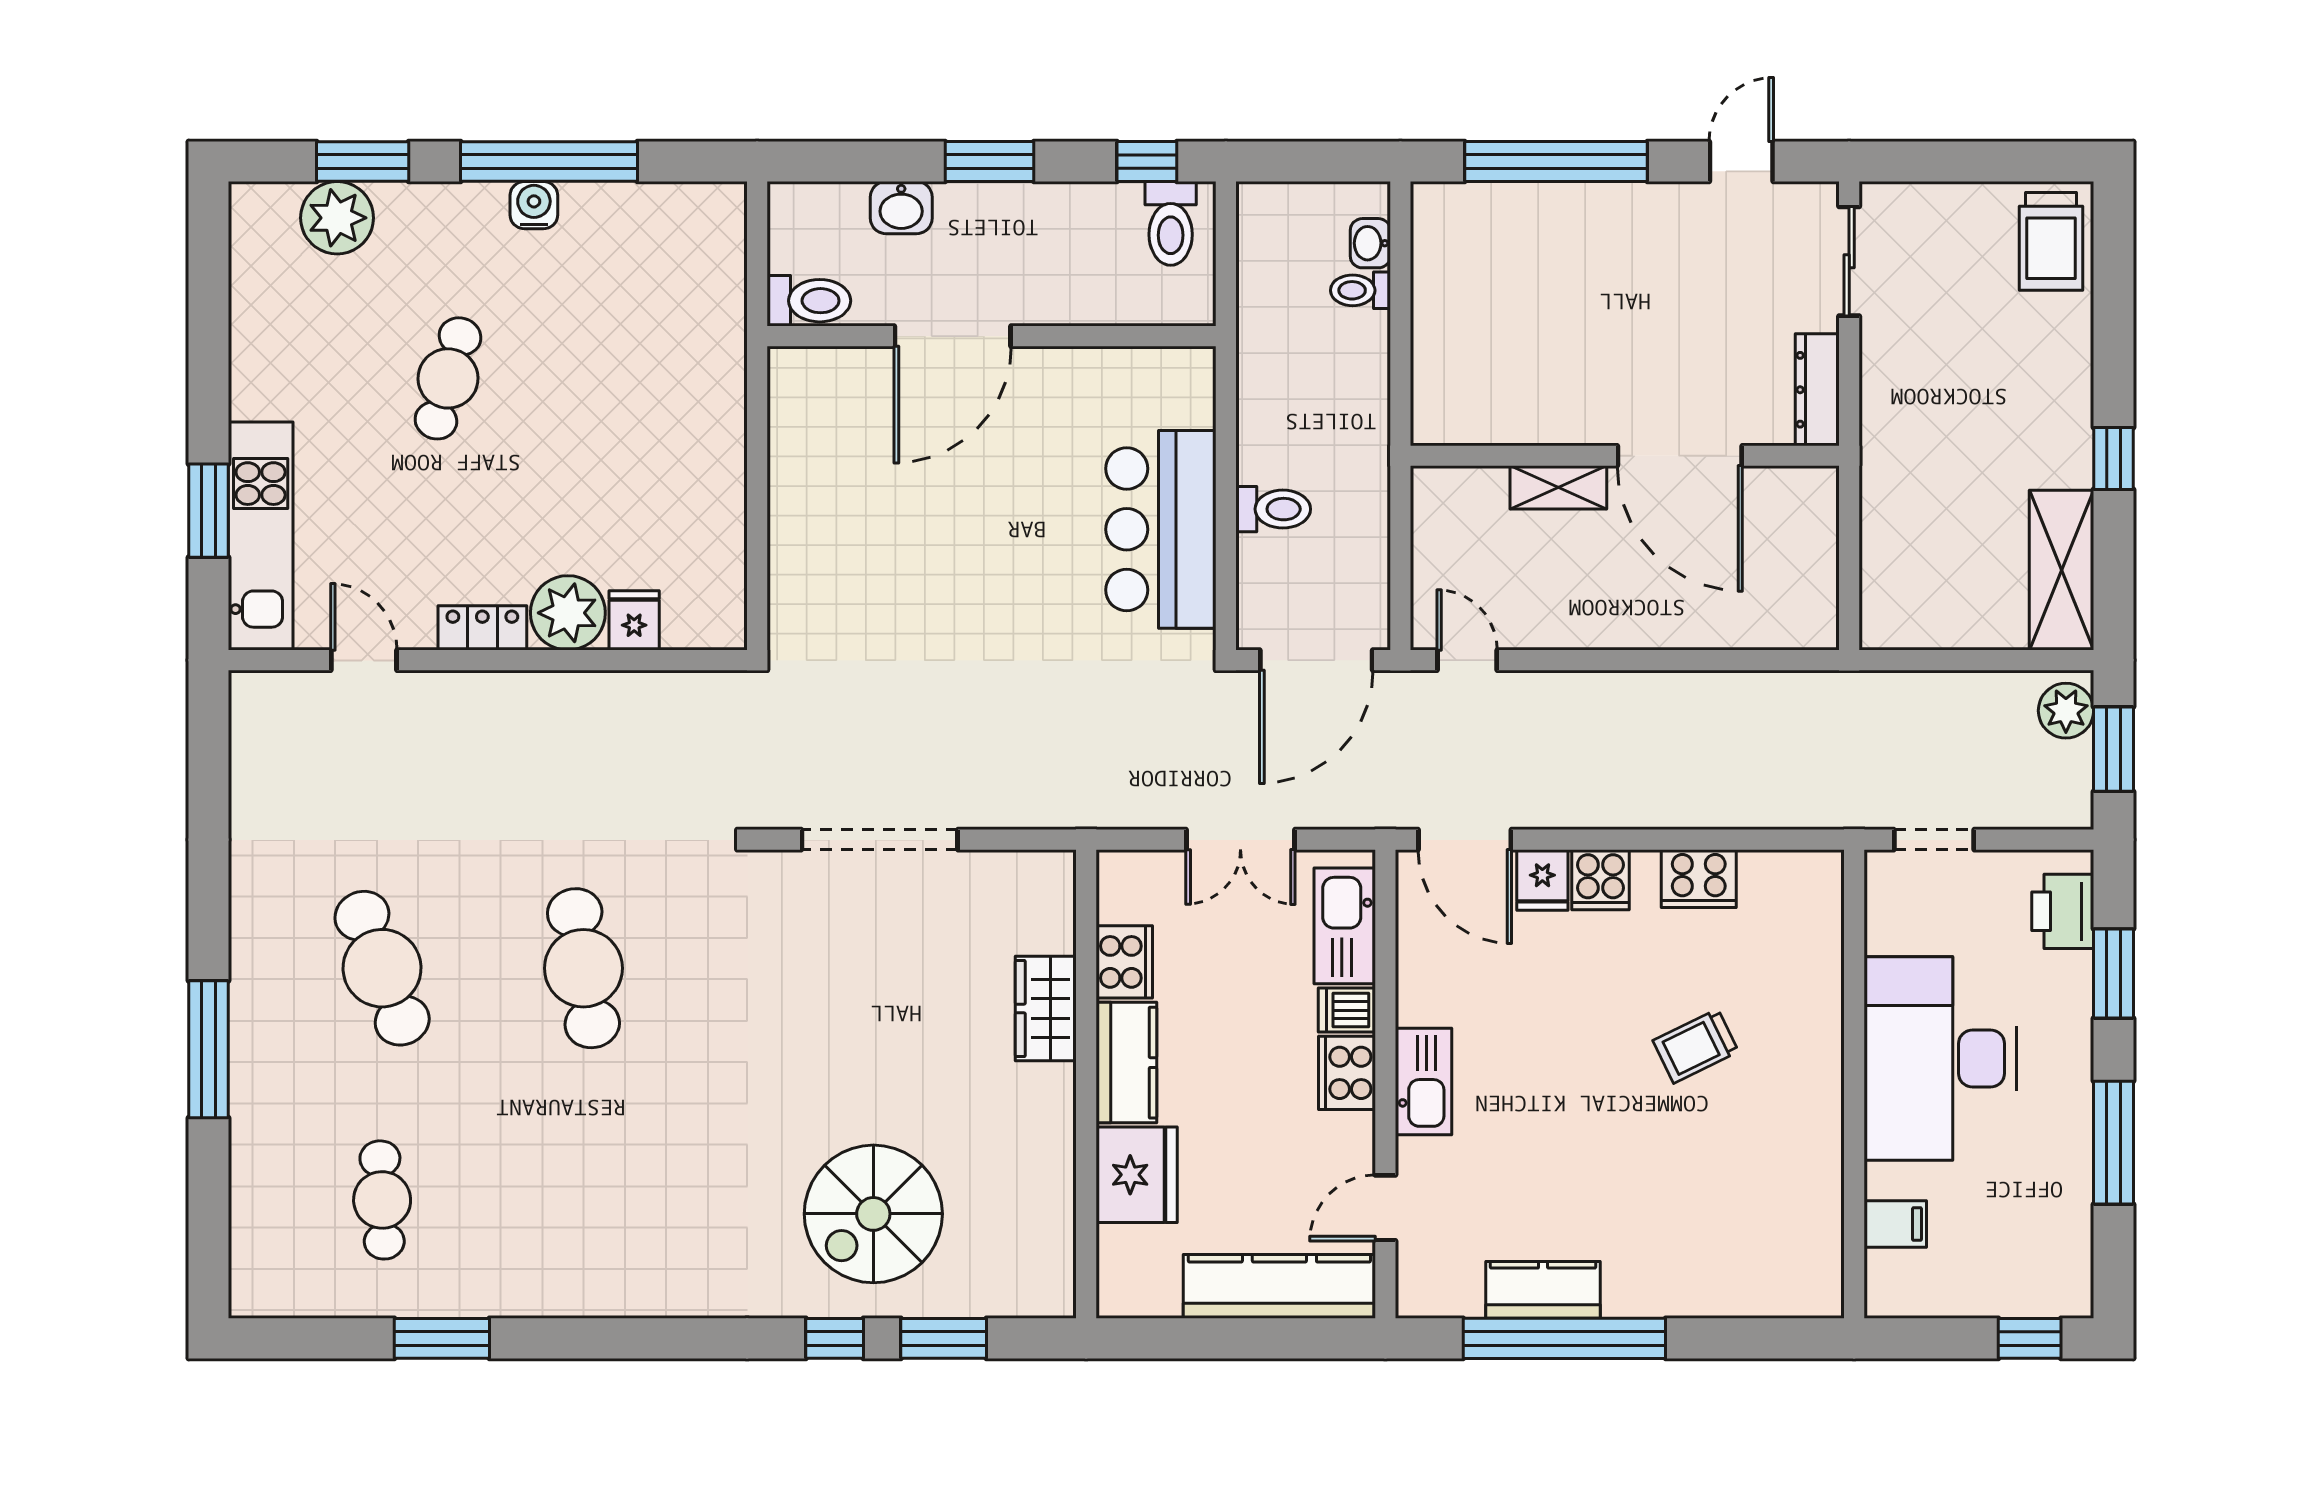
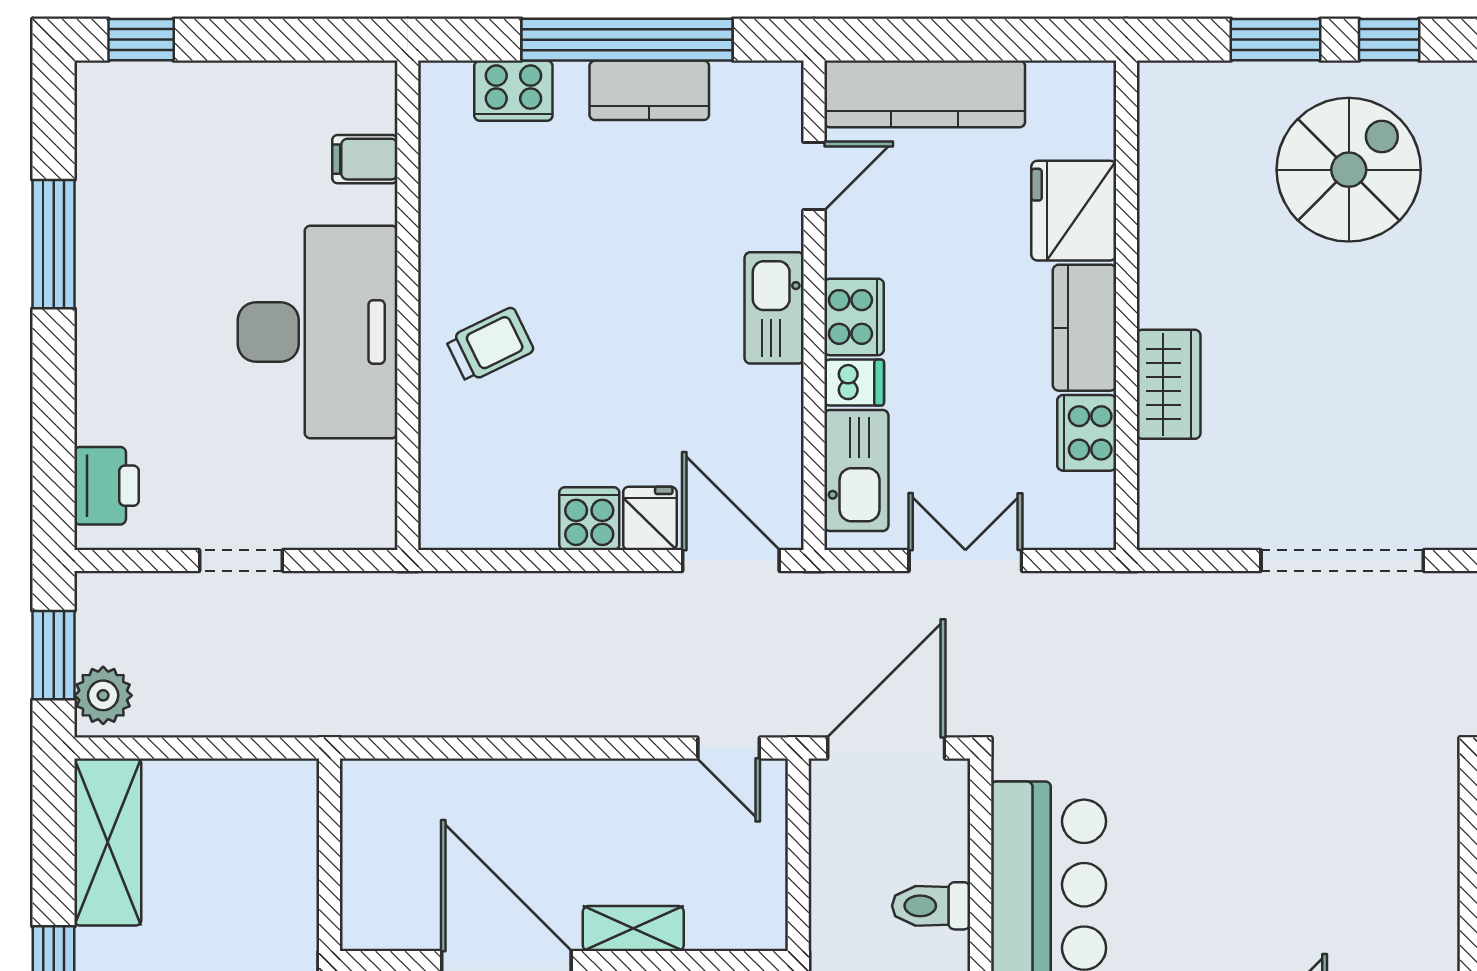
cooker: (1699, 879) -> (513, 91), moved, turned 180
window: (2113, 973) -> (54, 421), removed
desk: (1940, 1059) -> (318, 332), moved
wall: (1854, 1084) -> (408, 305), moved
filing cabinet: (1895, 1224) -> (365, 159), moved

